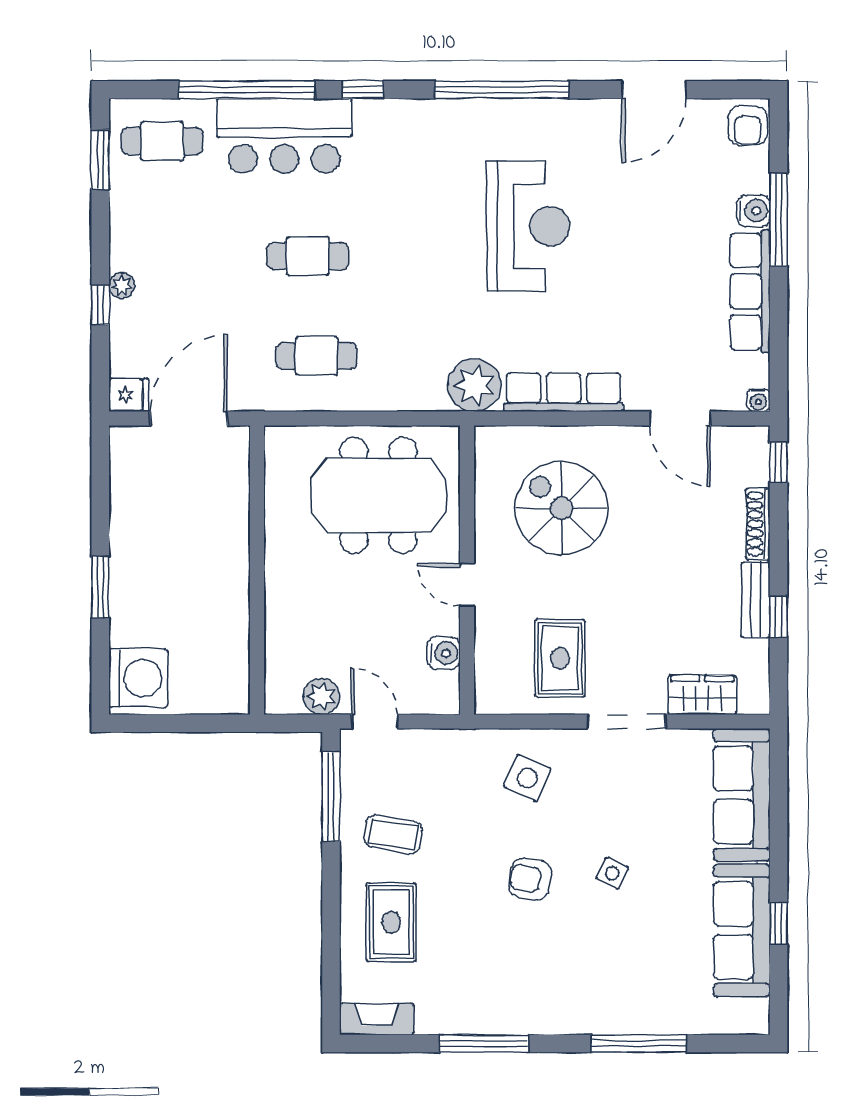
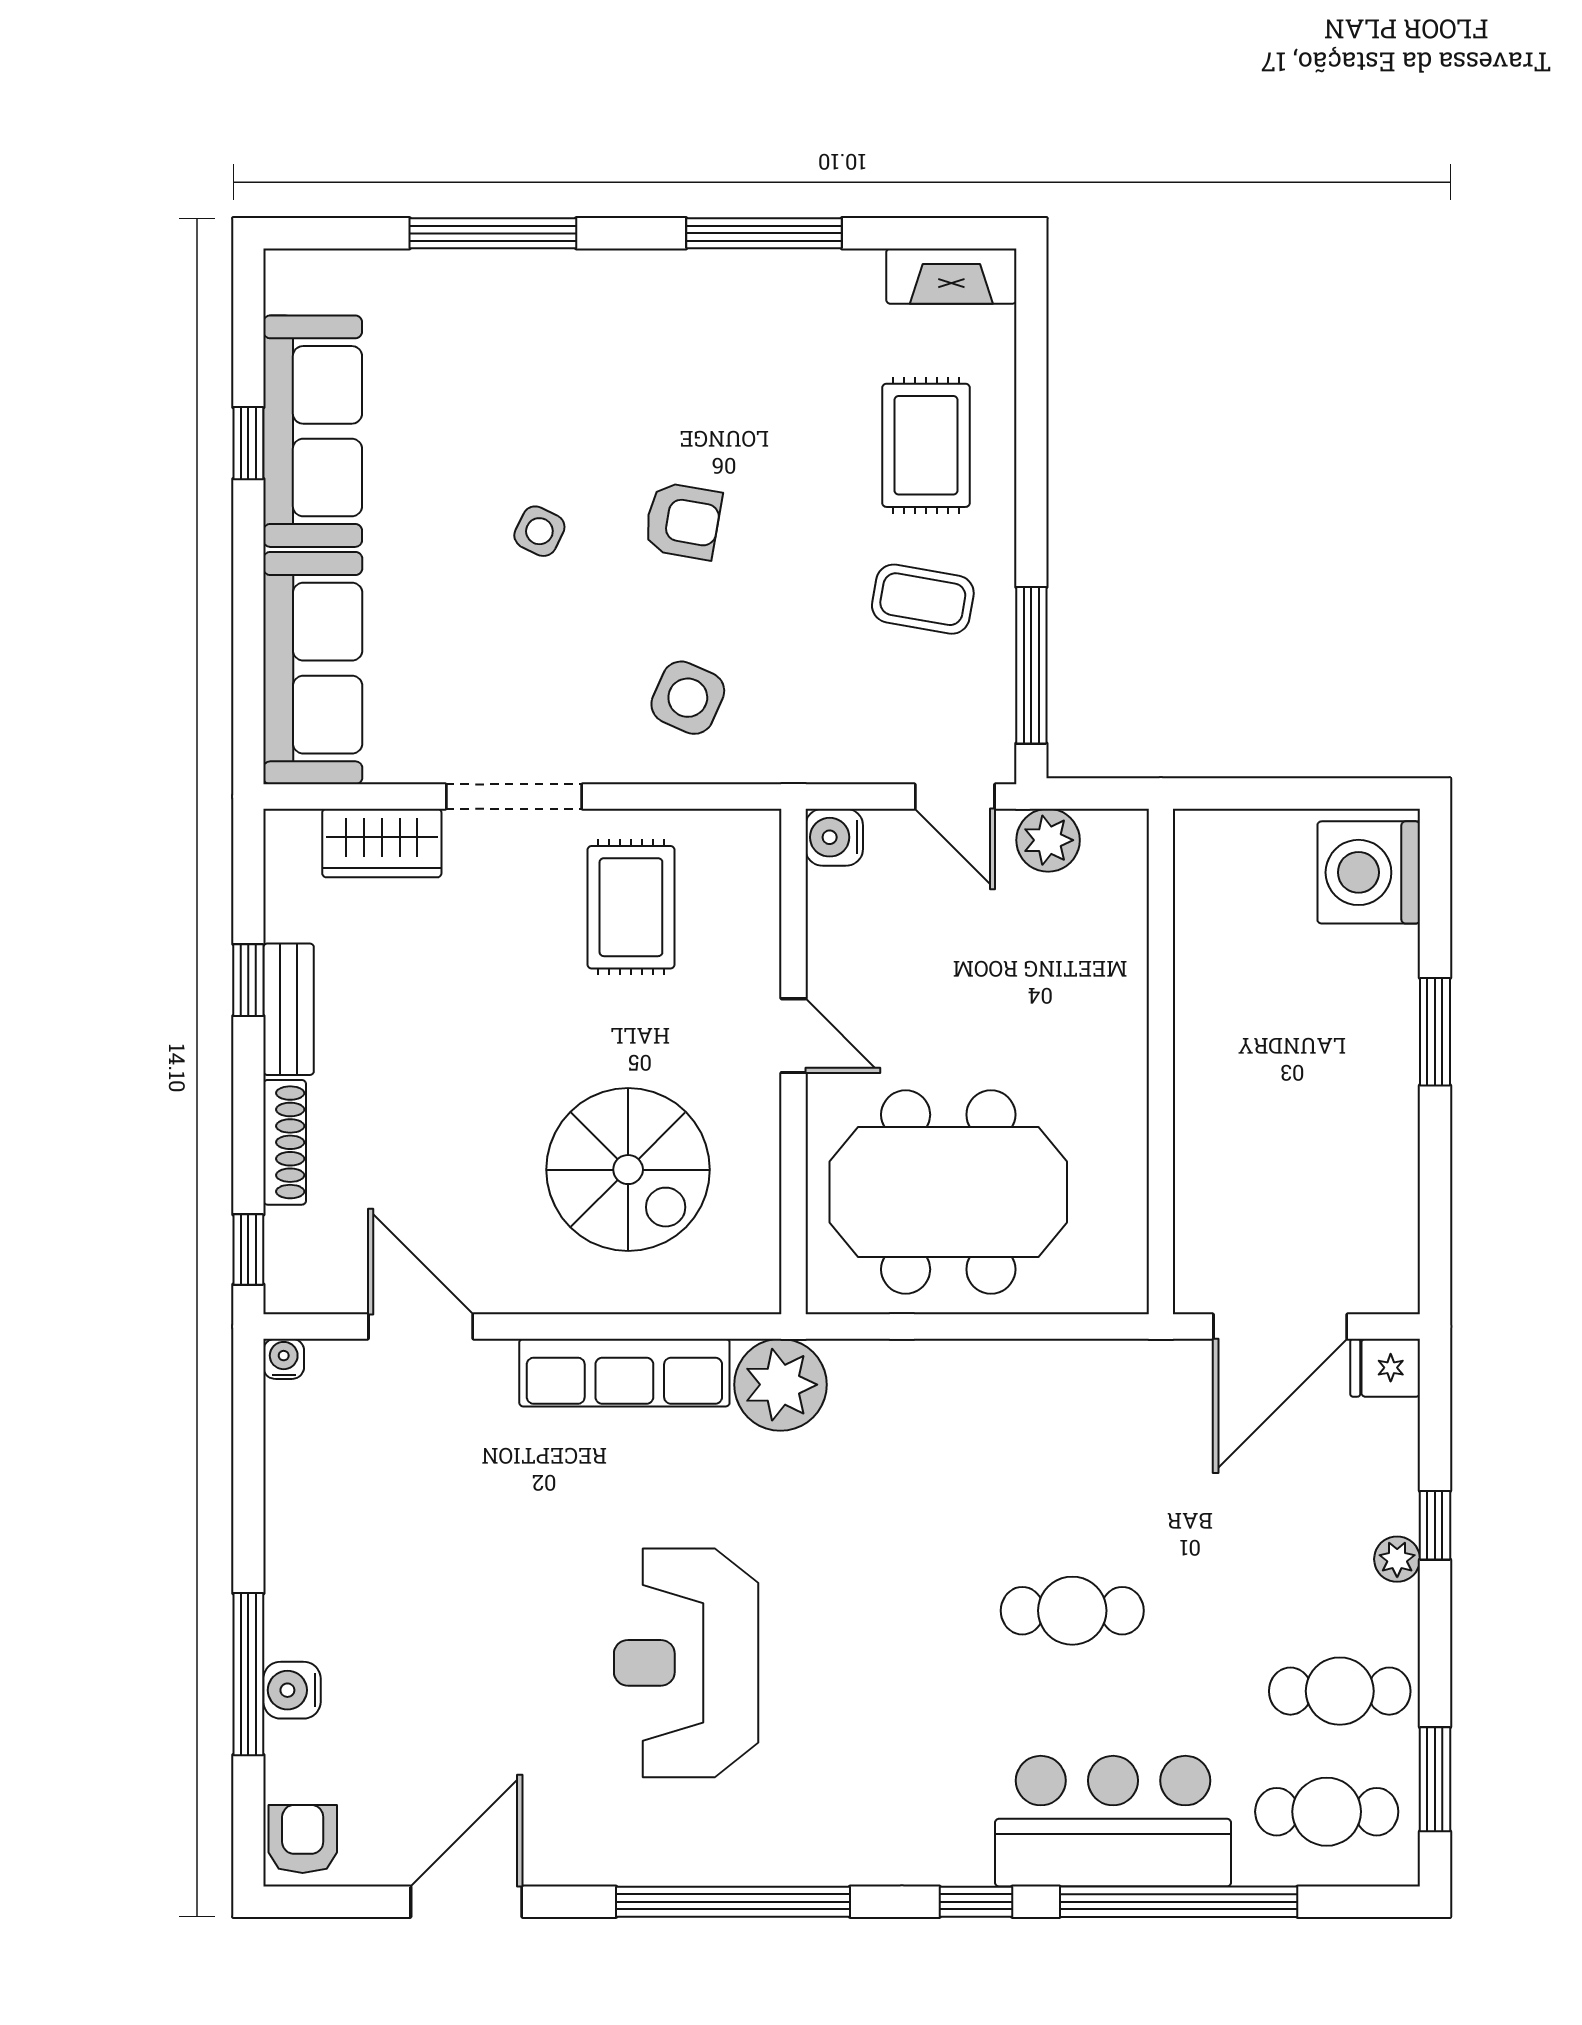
row of seats: (750, 291) -> (298, 1549), removed
cafe table: (317, 356) -> (1340, 1691), moved
water cooler: (444, 653) -> (834, 837), moved

